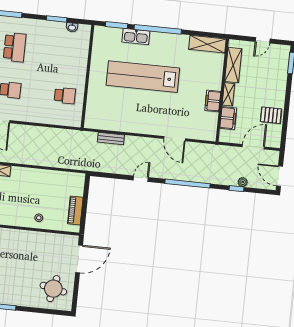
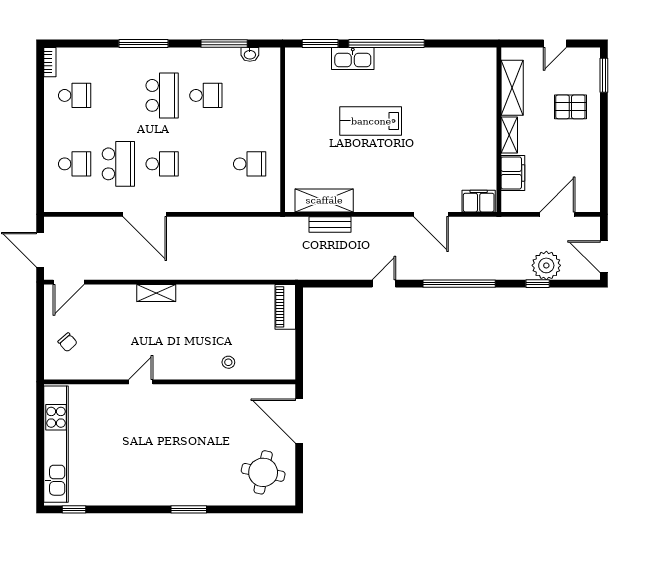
window: (57, 19) -> (224, 43), width x1.44
shelving: (207, 44) -> (324, 200), moved
school desk: (42, 50) -> (206, 95), added
lab bench: (143, 77) -> (371, 121), width x0.54, depth x0.72
filing cabinet: (213, 101) -> (479, 201), moved, turned 90
pallet: (271, 115) -> (570, 107), moved
plant: (243, 182) -> (546, 265), width x1.87, depth x1.87
piano: (75, 211) -> (285, 307), moved
door: (79, 259) -> (299, 421), swing flipped

